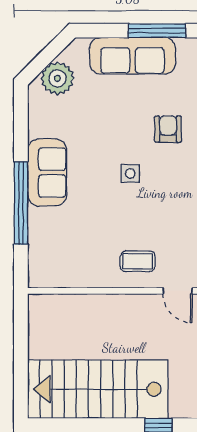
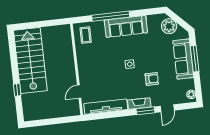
window: (157, 31) -> (195, 59), moved
sofa: (47, 173) -> (126, 26), width x1.36
coffee table: (138, 261) -> (86, 35), moved

